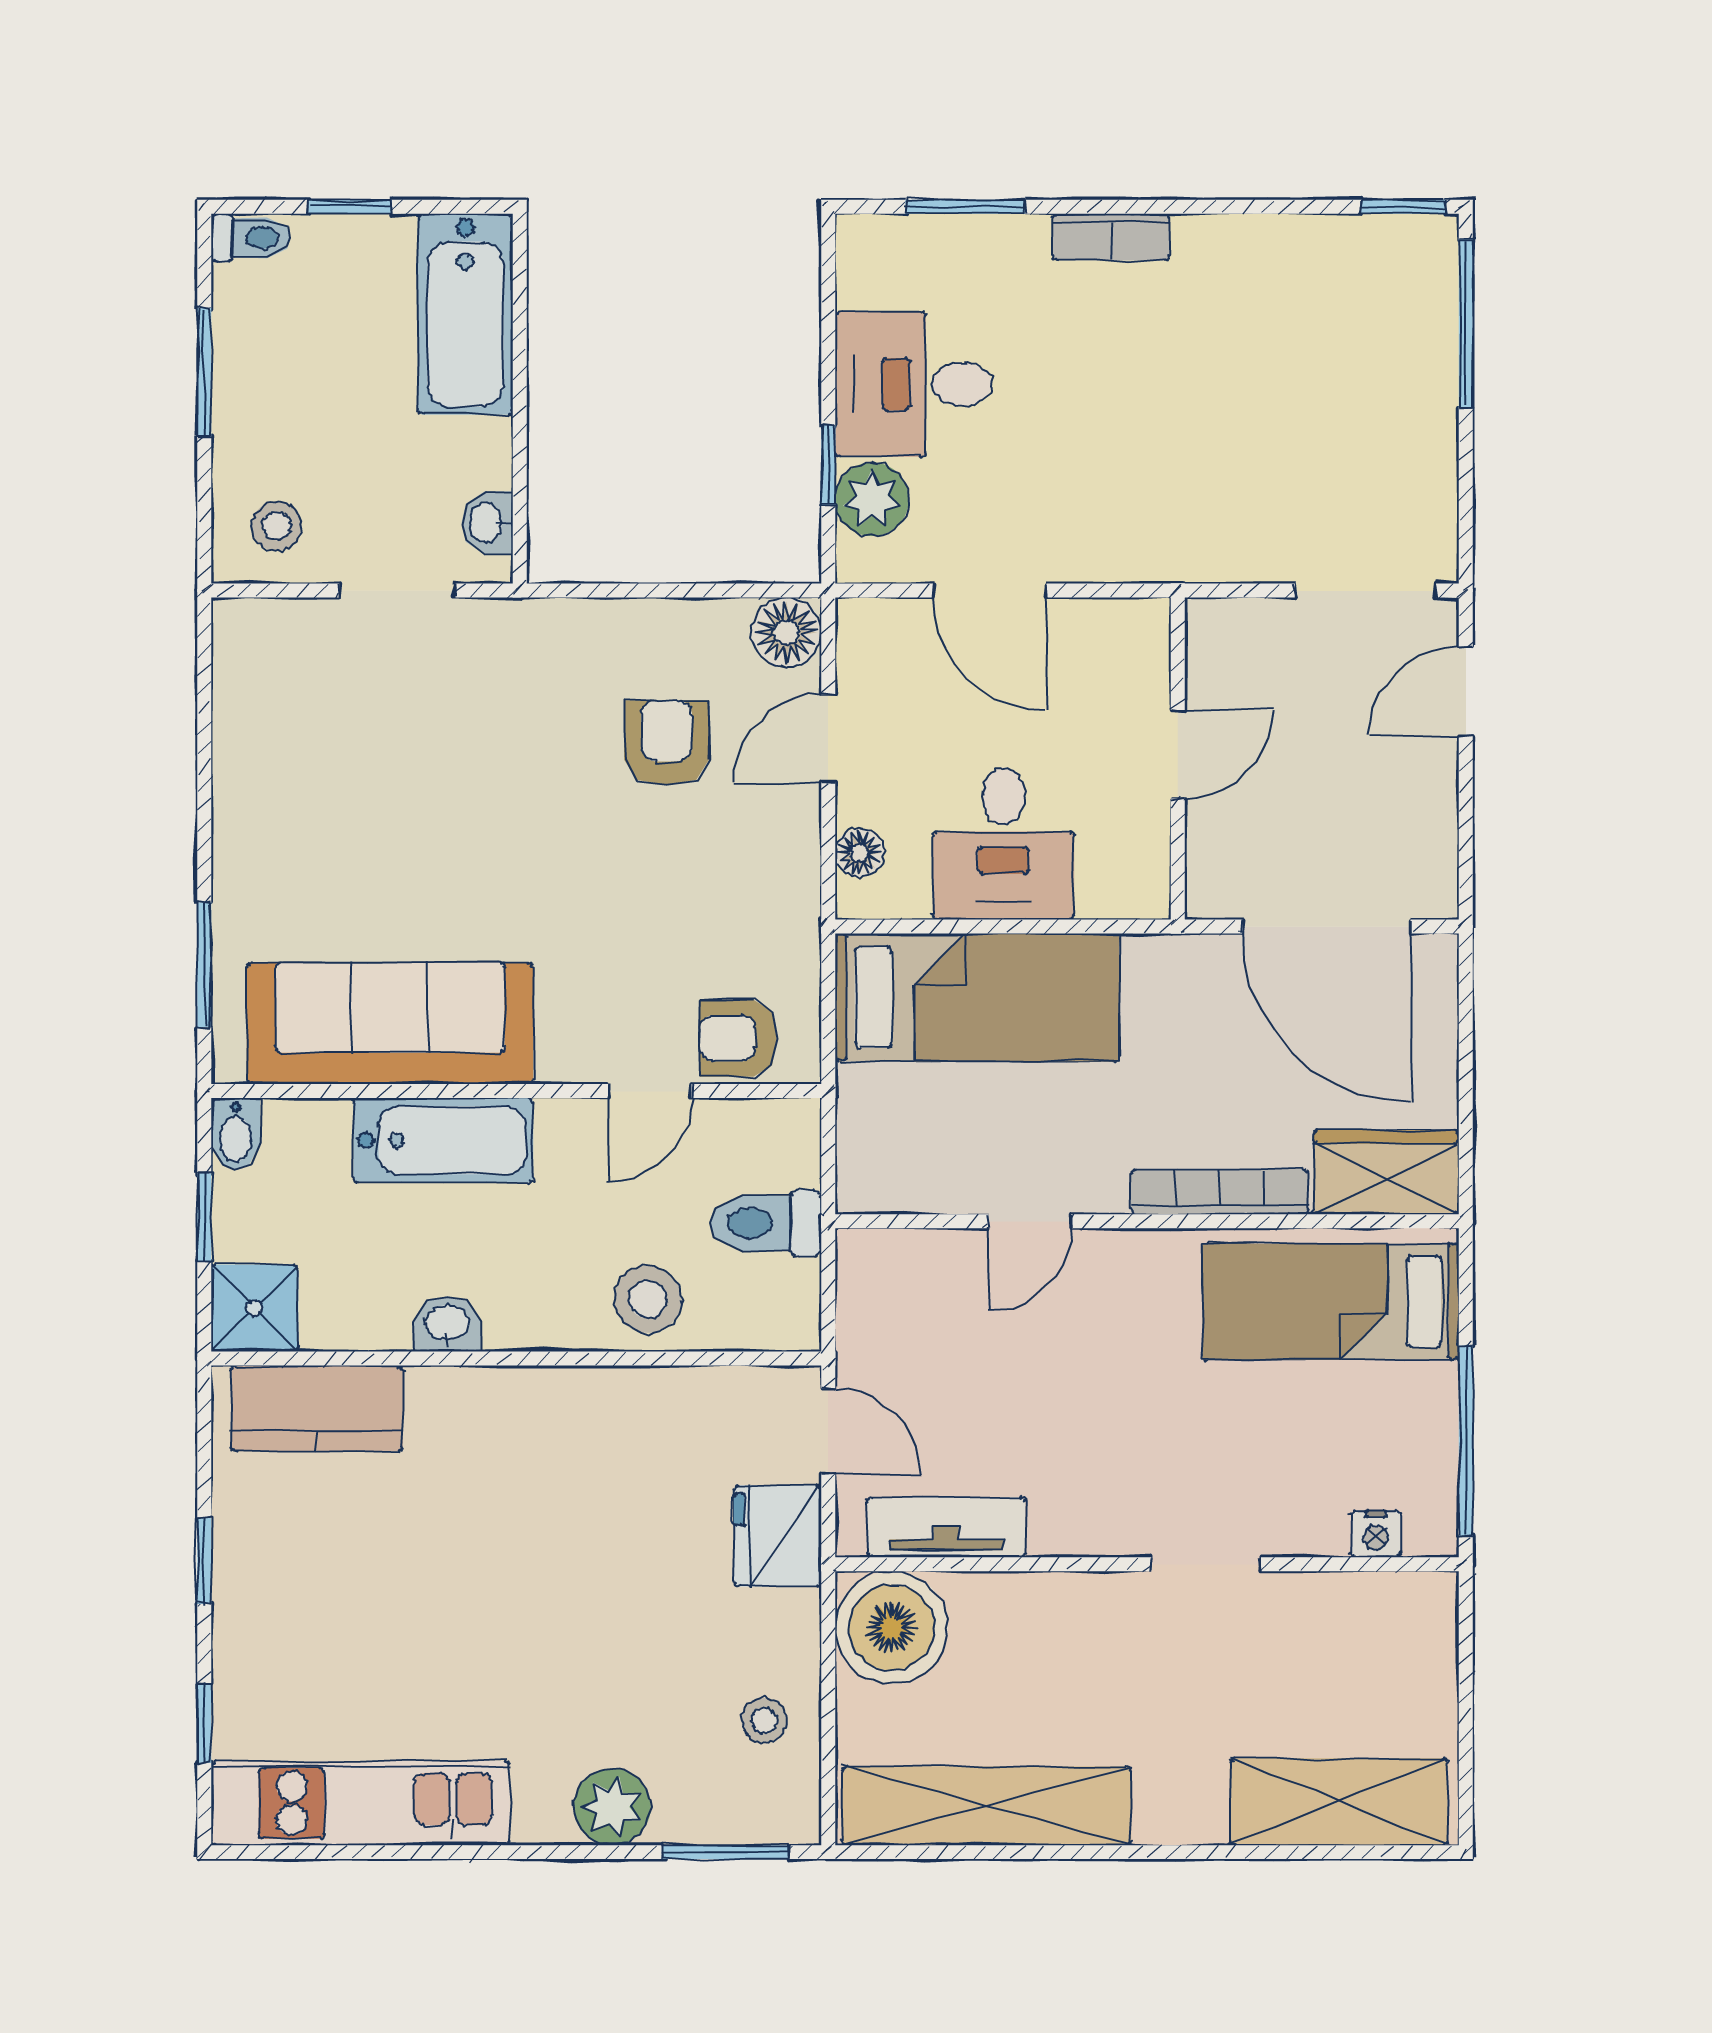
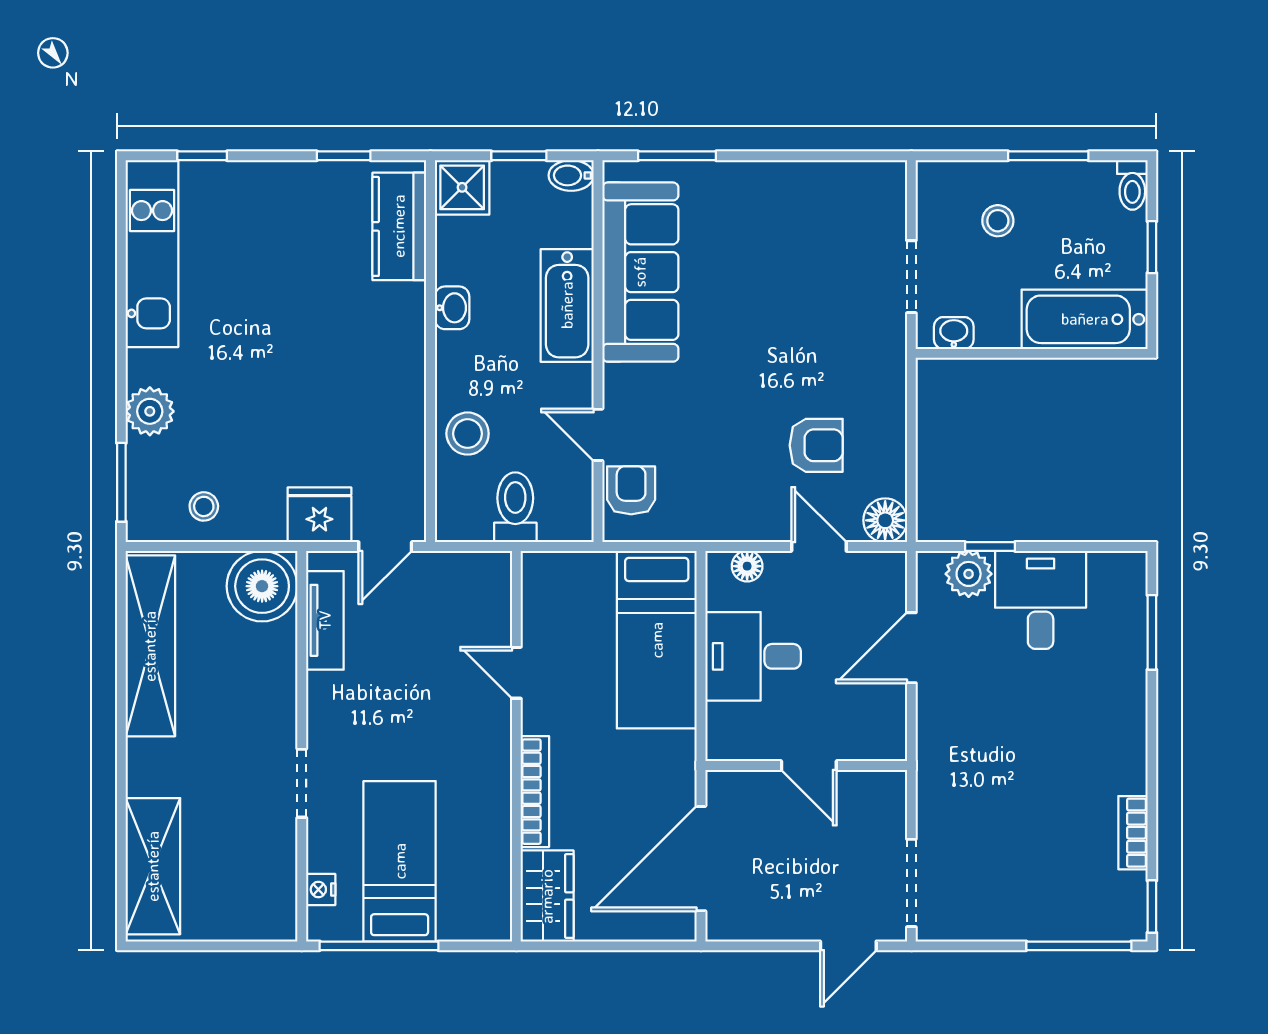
bookcase: (1111, 237) -> (1133, 833), moved
stool: (277, 526) -> (998, 221), moved
door: (1466, 691) -> (848, 946), swing flipped
bed: (1331, 1302) -> (400, 861), moved
window: (204, 1561) -> (344, 156), moved

